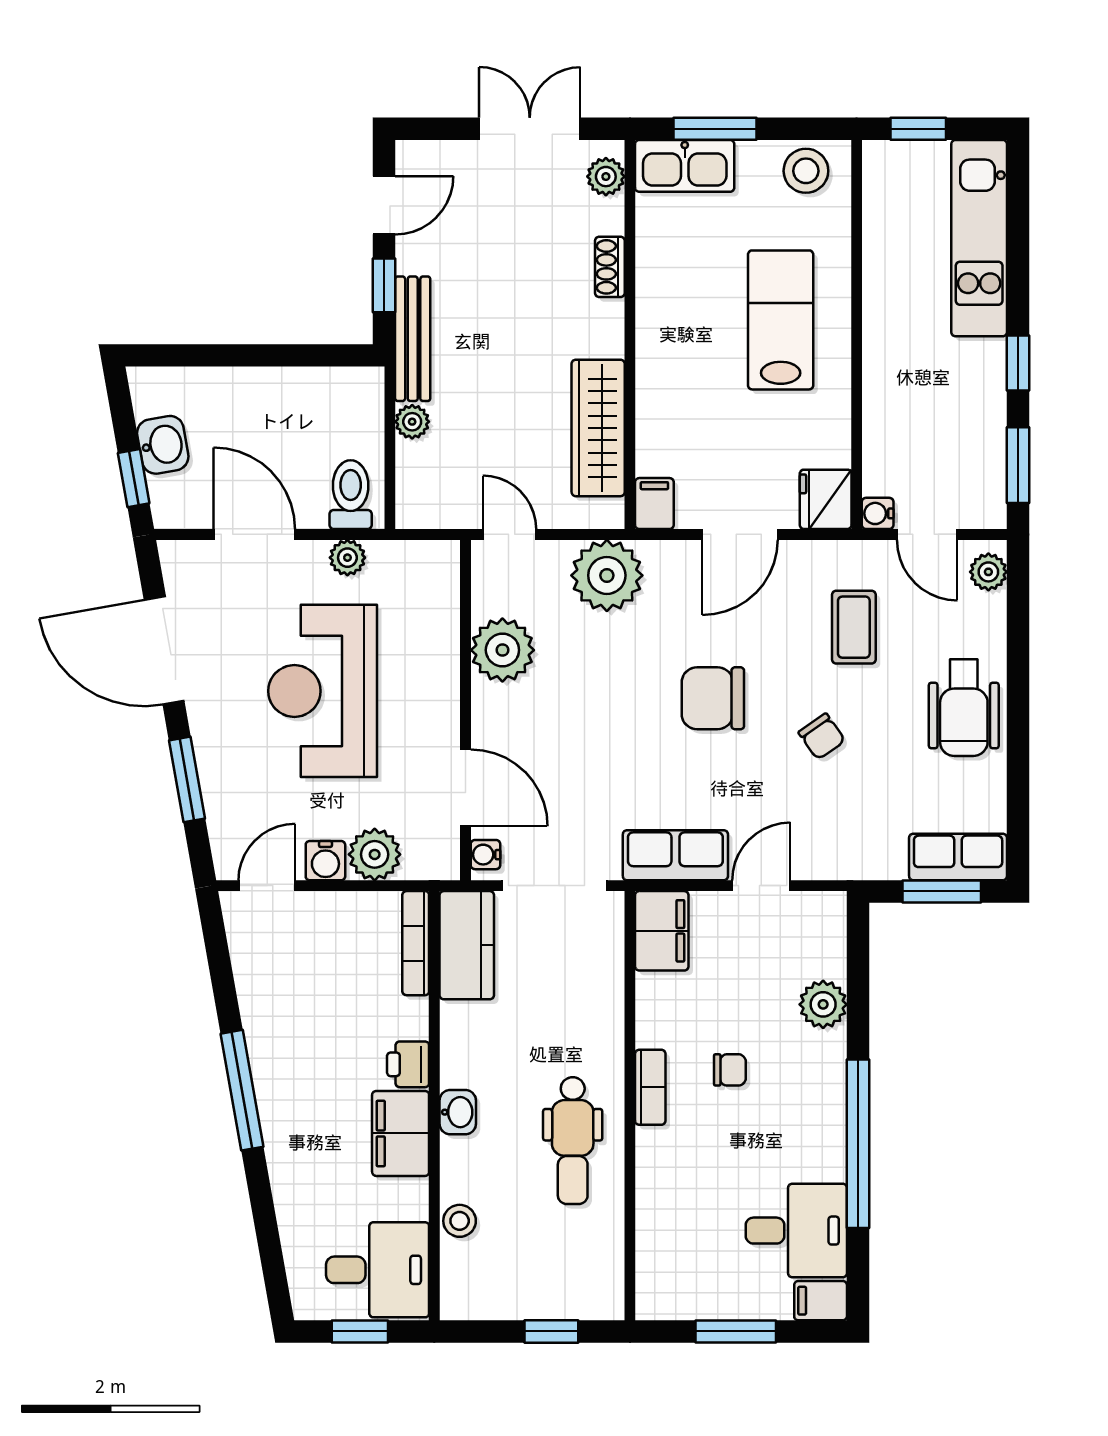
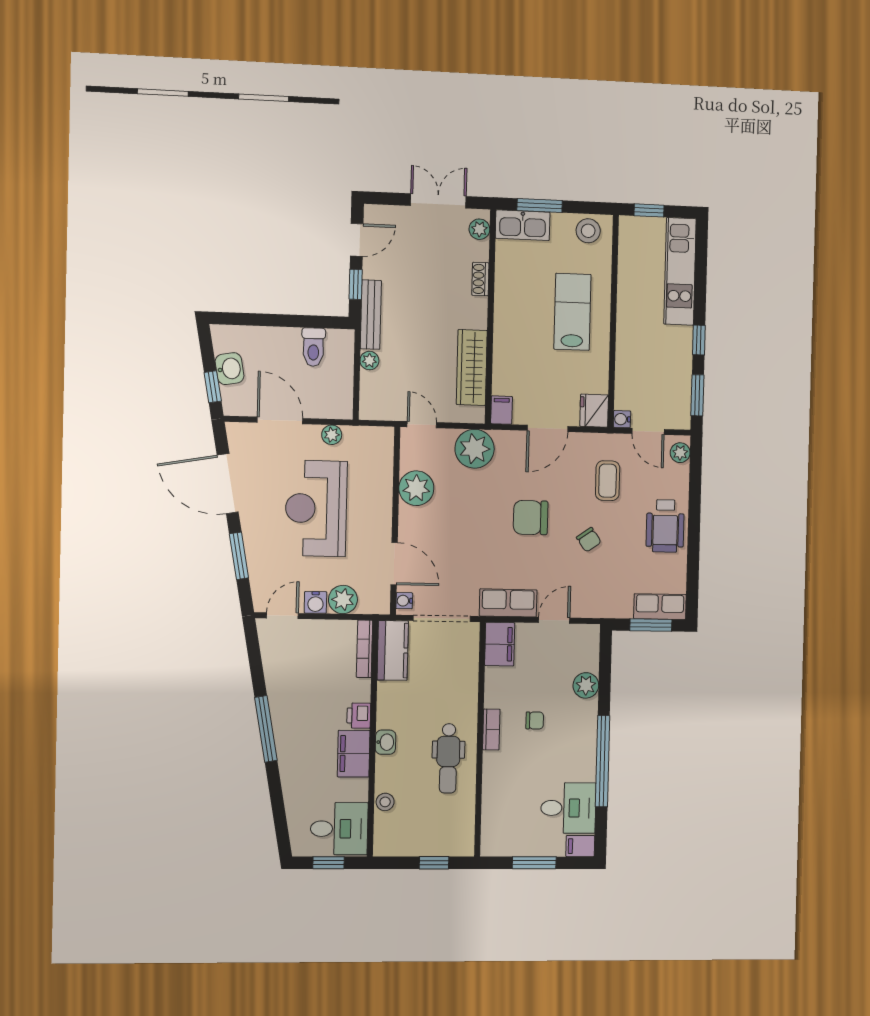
toilet: (351, 495) -> (313, 347), moved, turned 180

